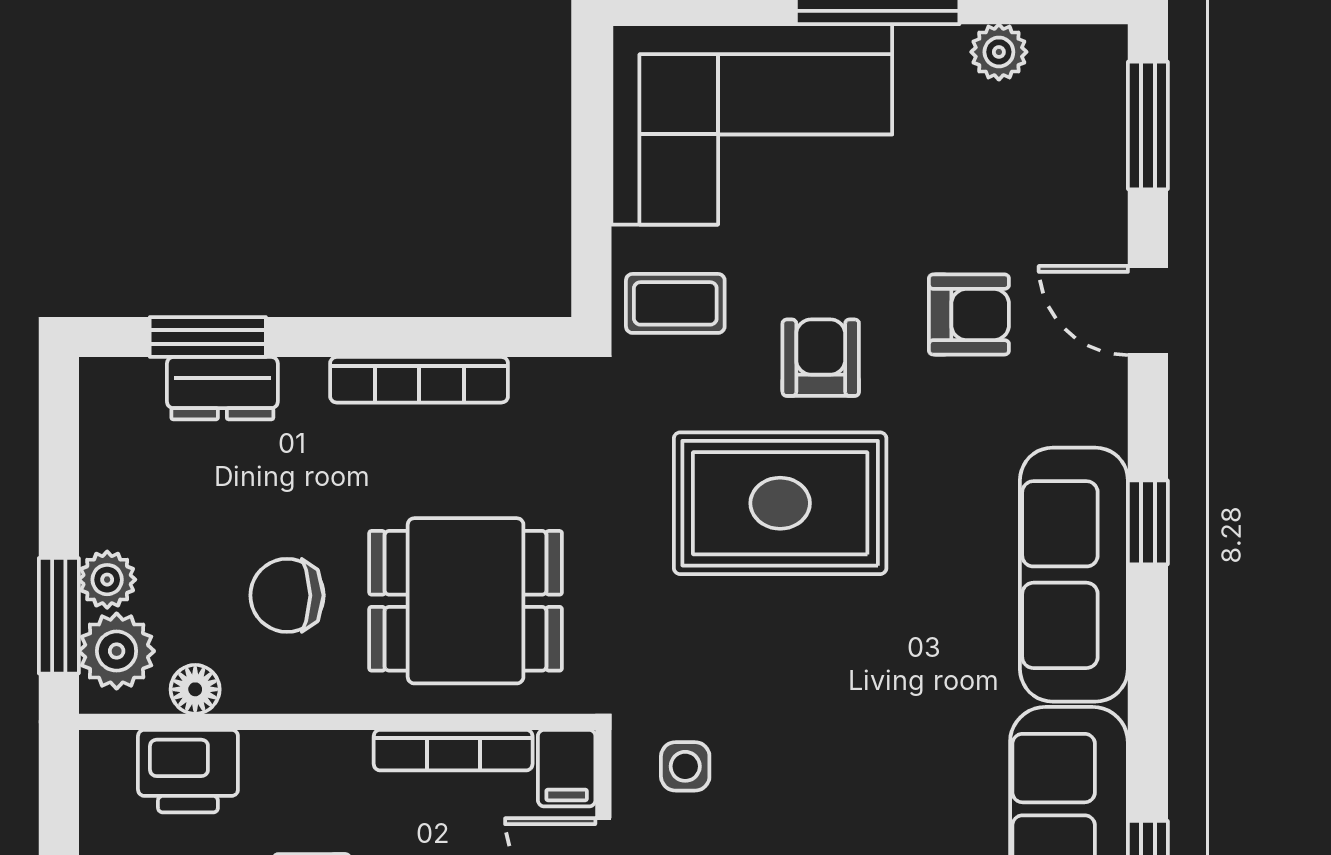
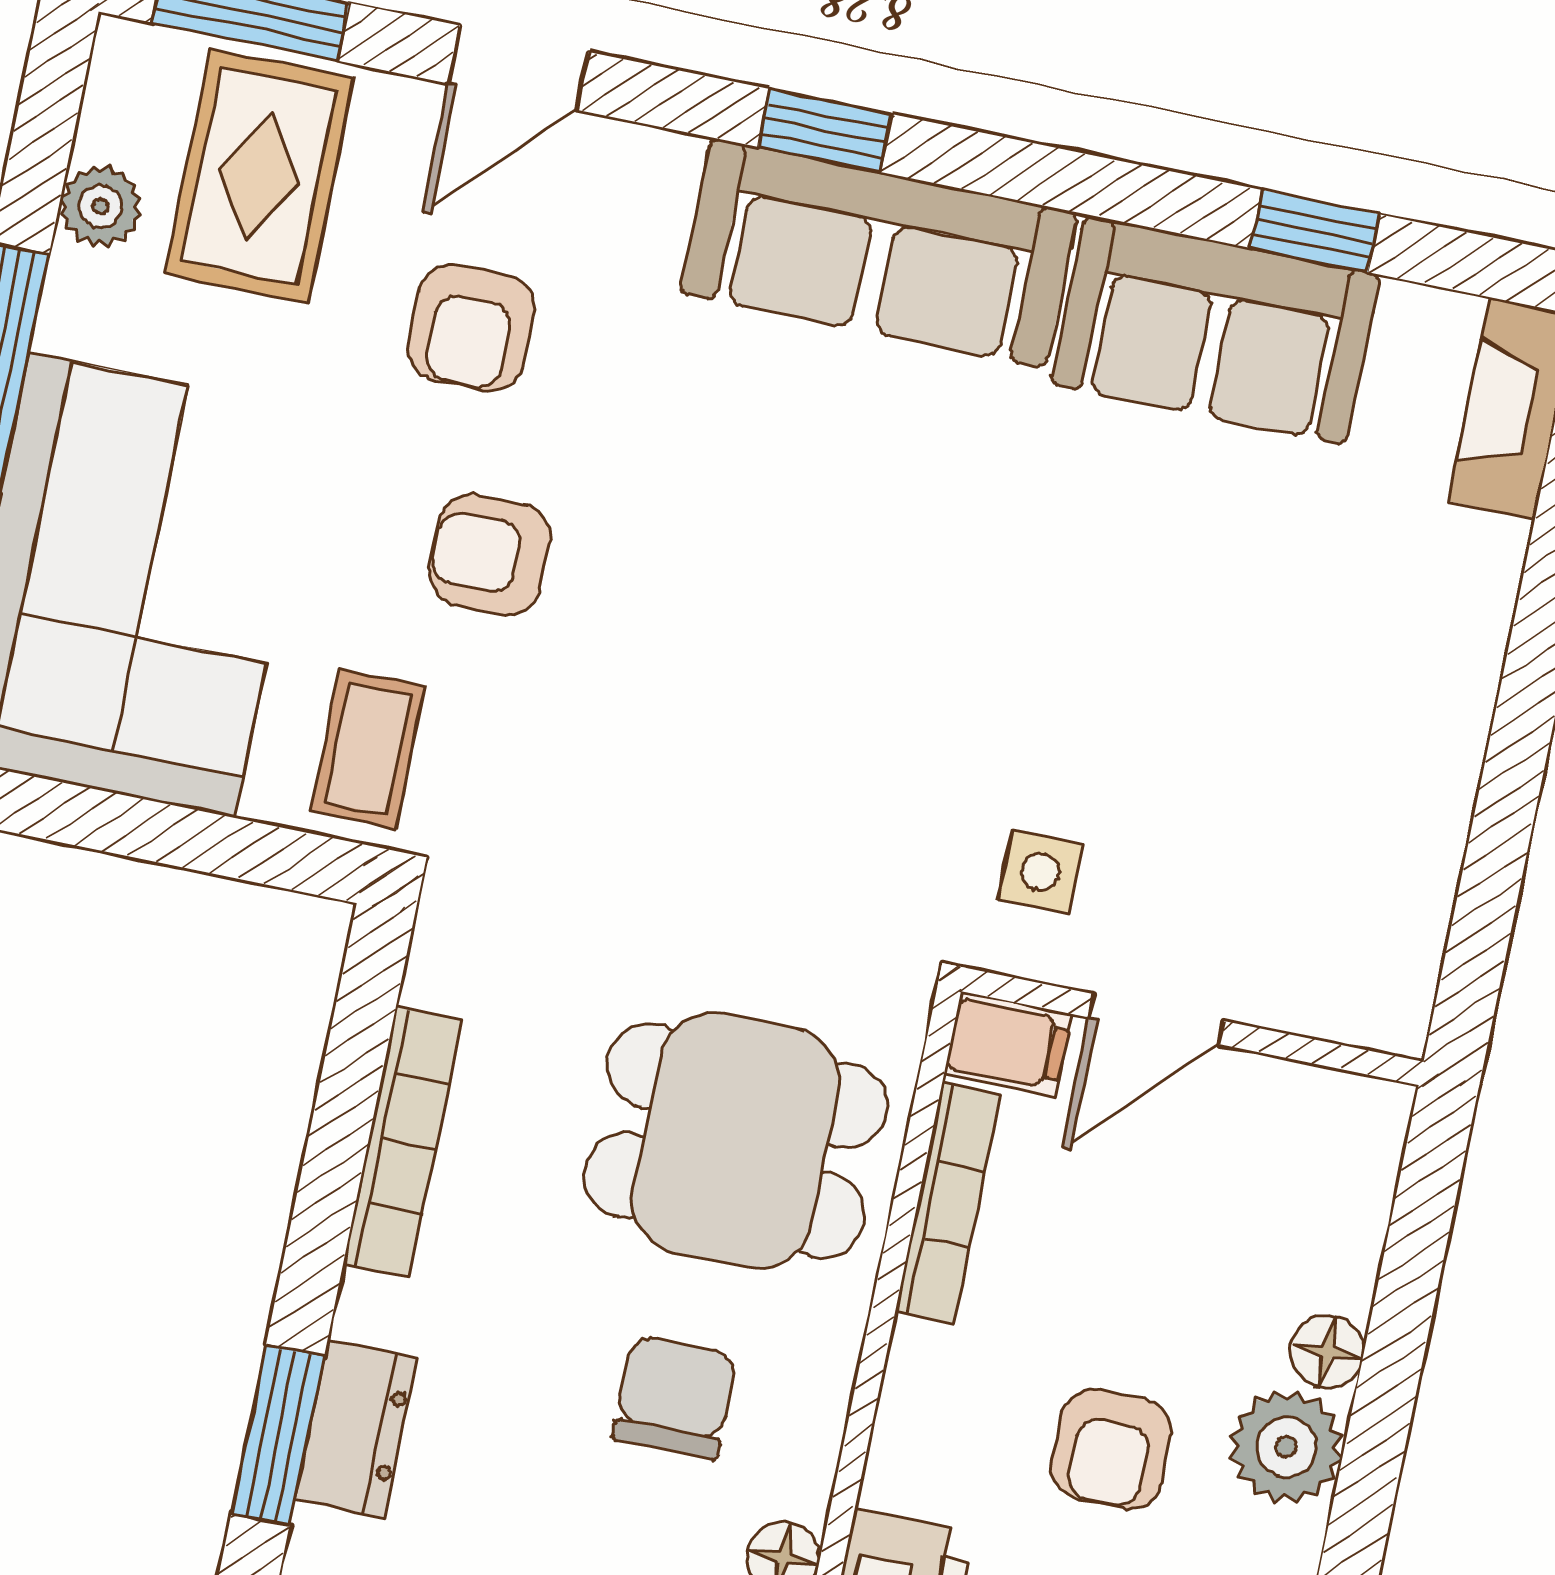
armchair: (969, 314) -> (471, 328), turned 180
rug: (780, 503) -> (259, 176), moved, width x0.73, depth x0.70
chair: (287, 595) -> (675, 1397), turned 180
dining table: (466, 601) -> (736, 1140), turned 90

